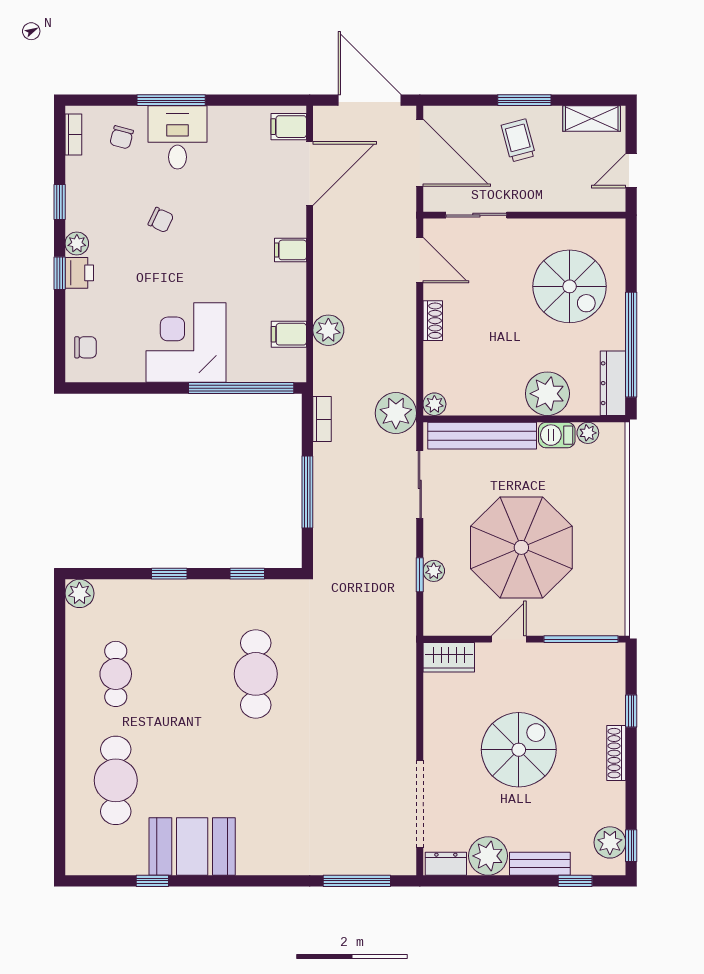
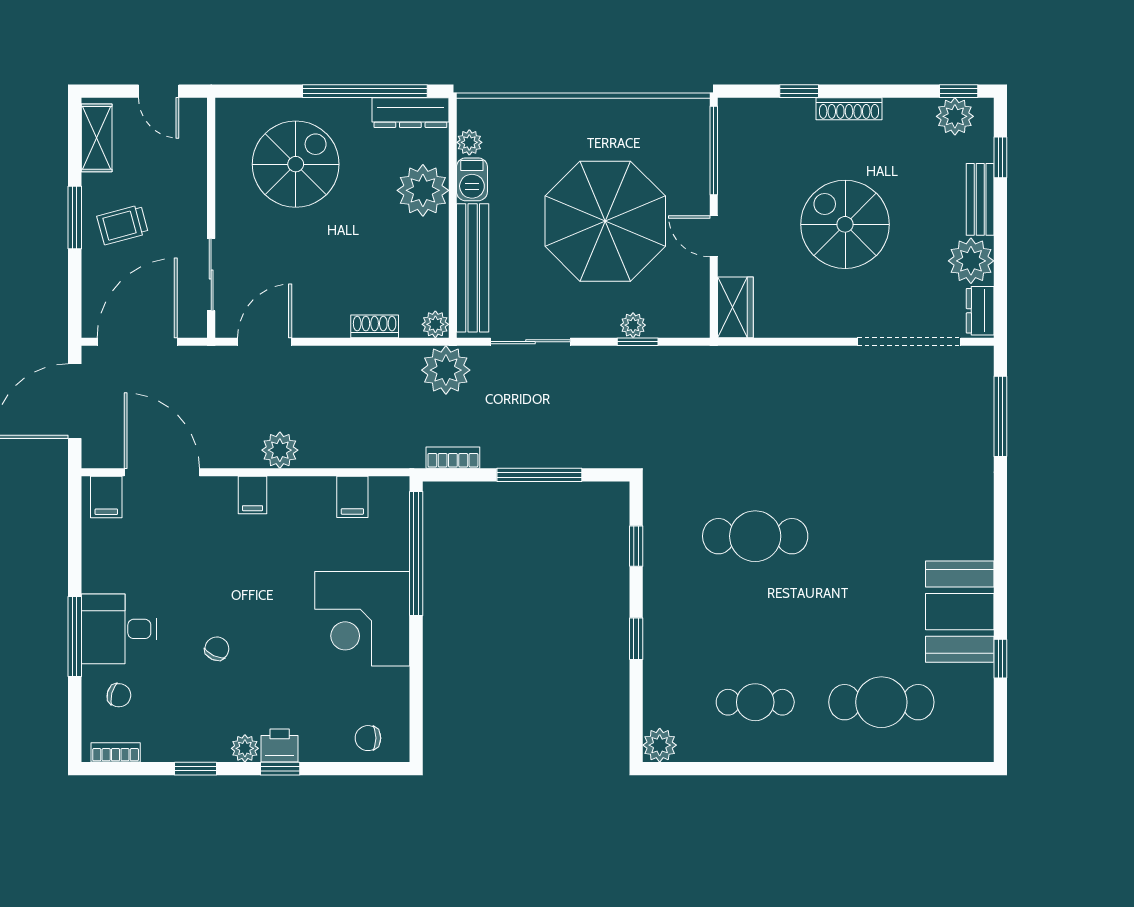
shoe rack: (433, 321) -> (375, 326), moved
plant: (328, 330) -> (280, 450), moved
chair: (85, 347) -> (368, 738), turned -90

